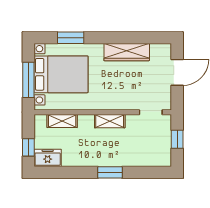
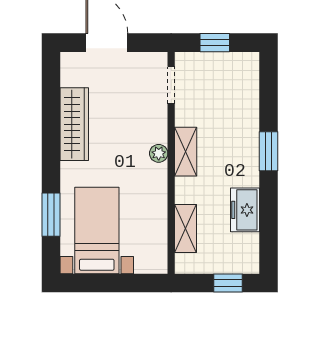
bed with nightstands: (61, 74) -> (97, 230), width x0.73
window: (28, 80) -> (119, 283), removed
plant: (109, 104) -> (159, 153), added
freezer: (48, 158) -> (245, 210), moved

